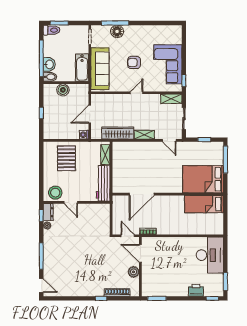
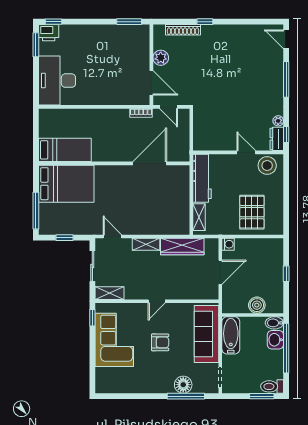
printer: (196, 290) -> (49, 33), moved

